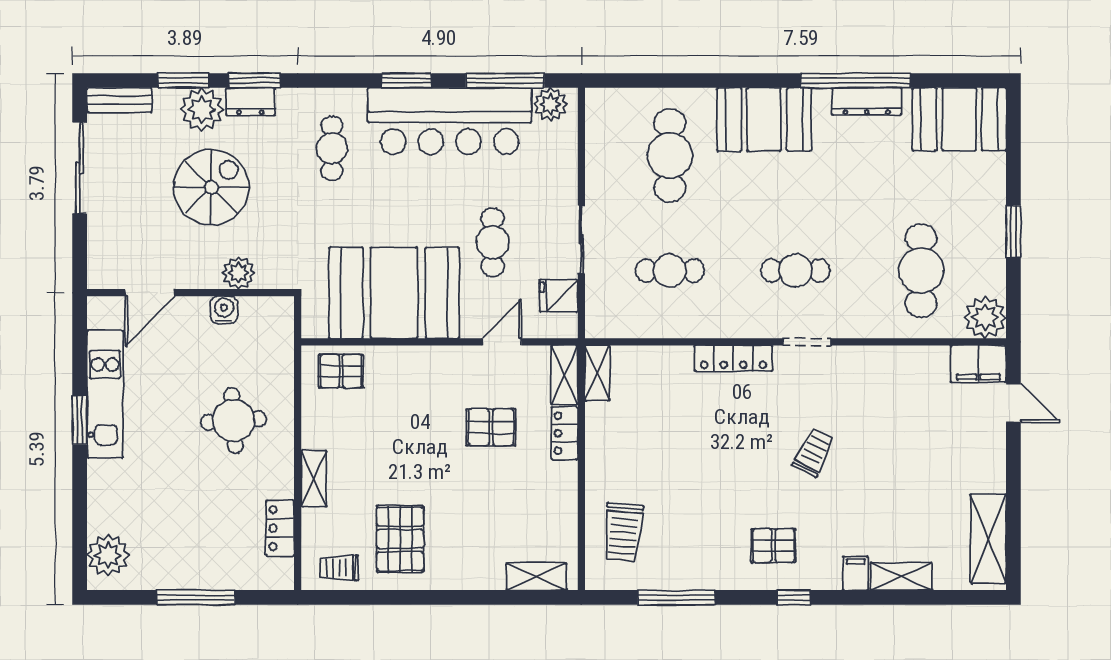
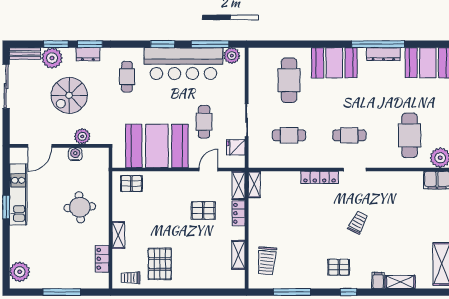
plant: (202, 109) -> (52, 58), moved
spiral stairs: (211, 187) -> (69, 95), turned 180
shelving: (536, 577) -> (238, 255), moved, turned 90

